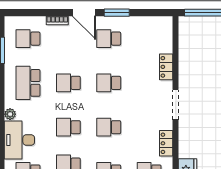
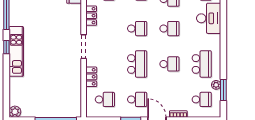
school desk: (149, 39) -> (105, 99), added
school desk: (109, 83) -> (137, 64), width x1.85
plant: (10, 114) -> (216, 85), moved

